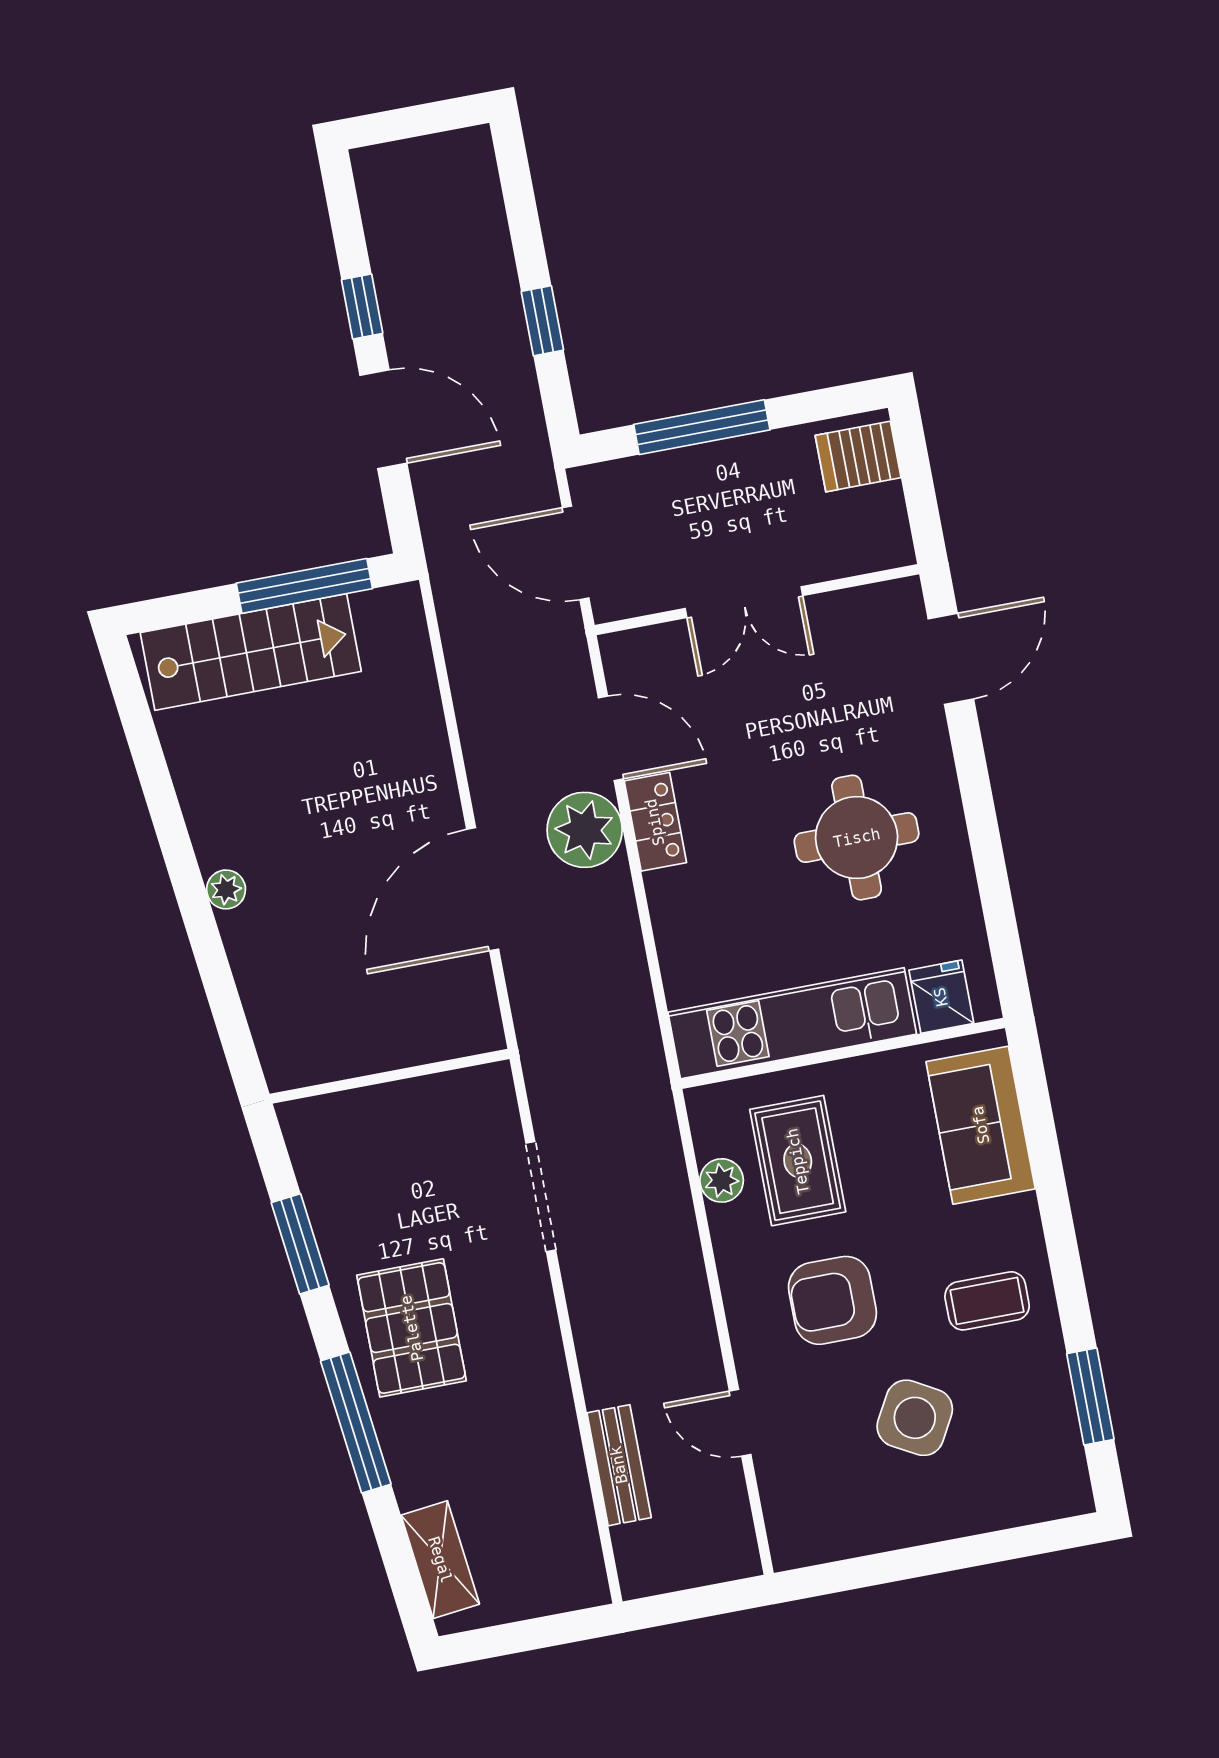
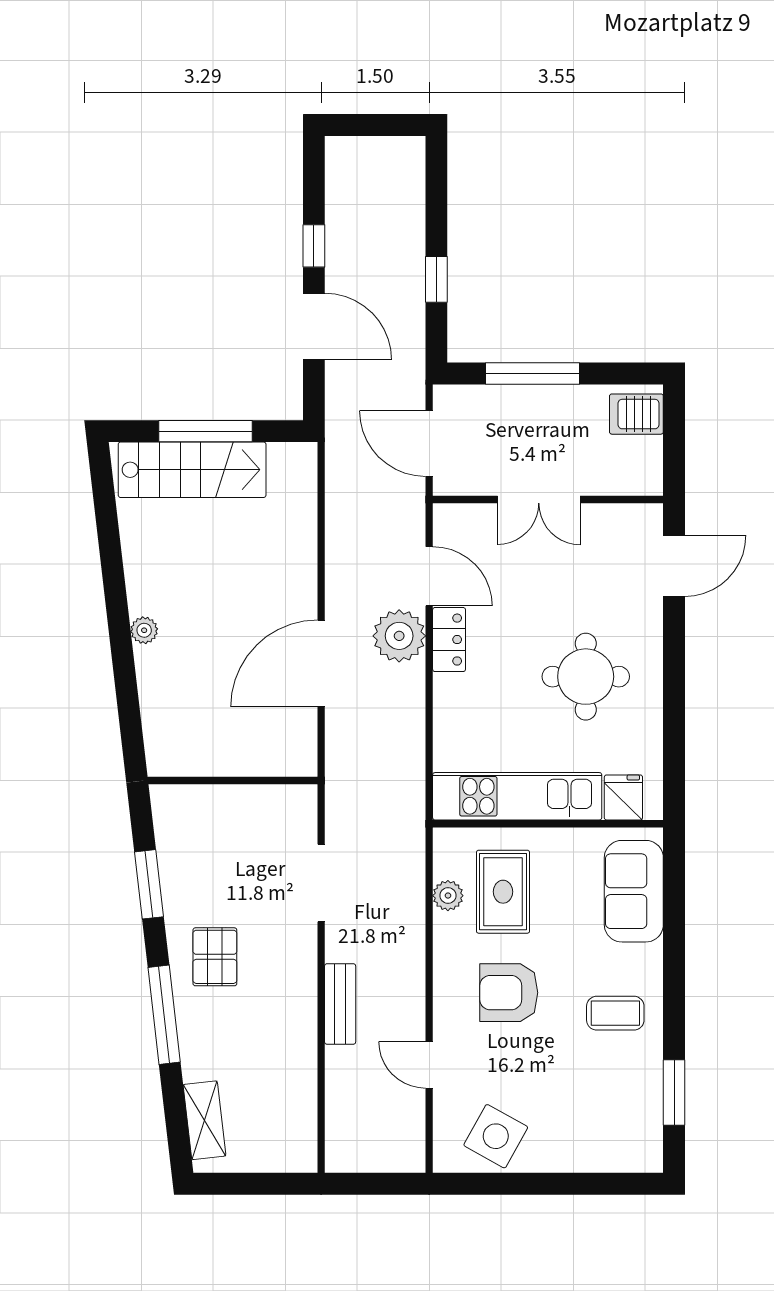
window: (304, 586) -> (205, 431), moved
pallet: (412, 1328) -> (215, 957), width x0.67, depth x0.71
side table: (915, 1418) -> (496, 1136), moved
bench: (619, 1465) -> (340, 1004), moved

